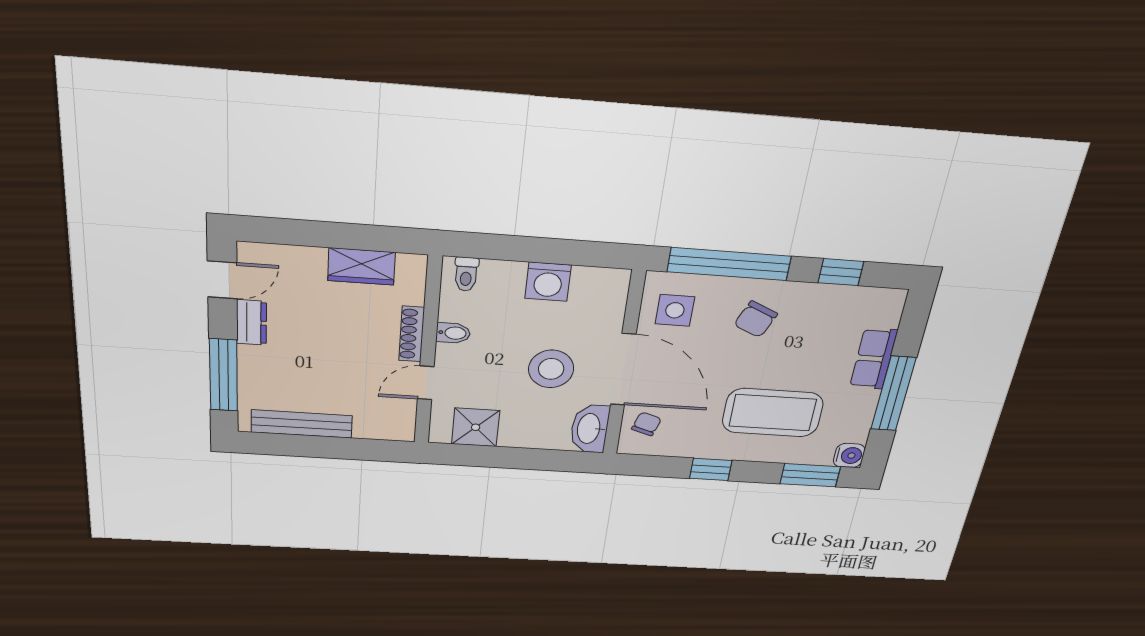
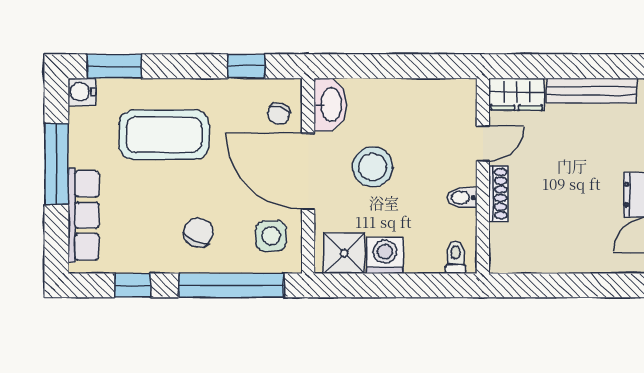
wardrobe: (361, 266) -> (517, 94), moved, turned 180
row of seats: (874, 359) -> (83, 215), width x1.48
shower: (476, 427) -> (344, 253), moved
window: (711, 469) -> (246, 66), moved

